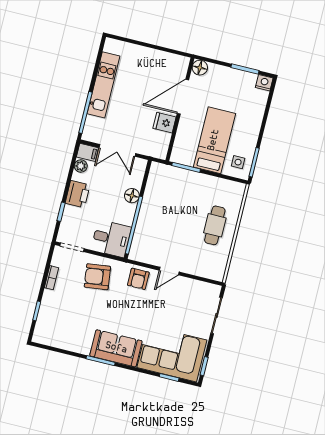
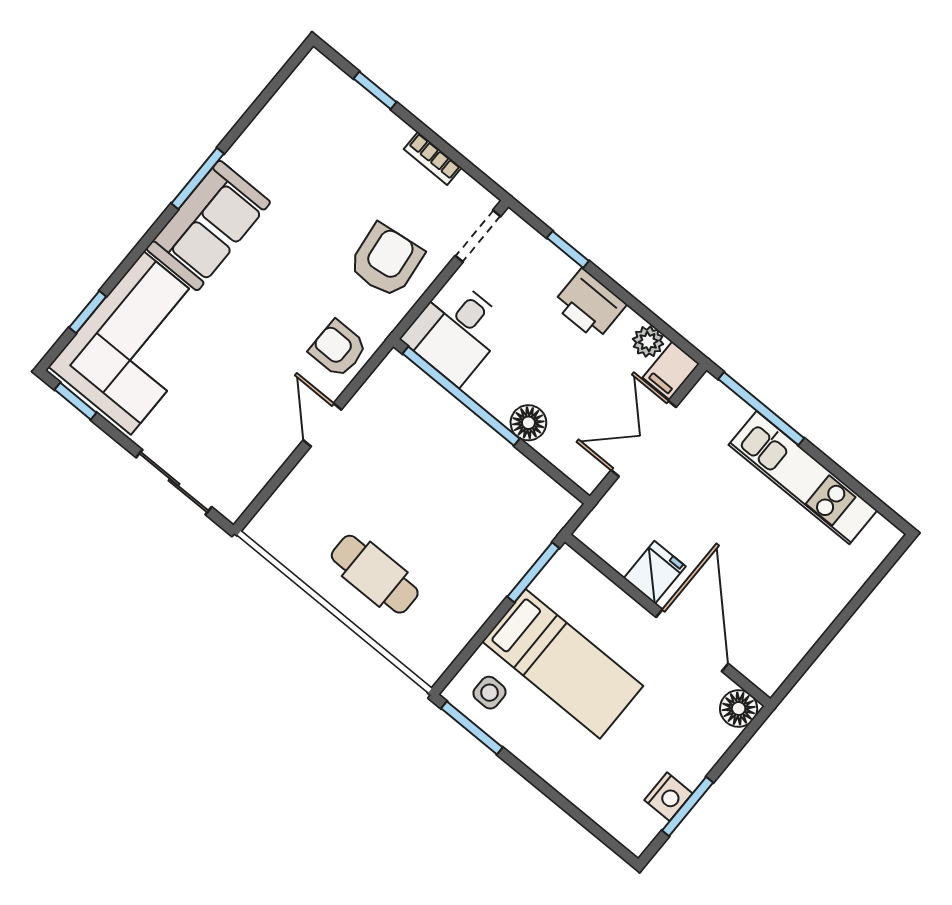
nightstand: (264, 83) -> (668, 797), moved

